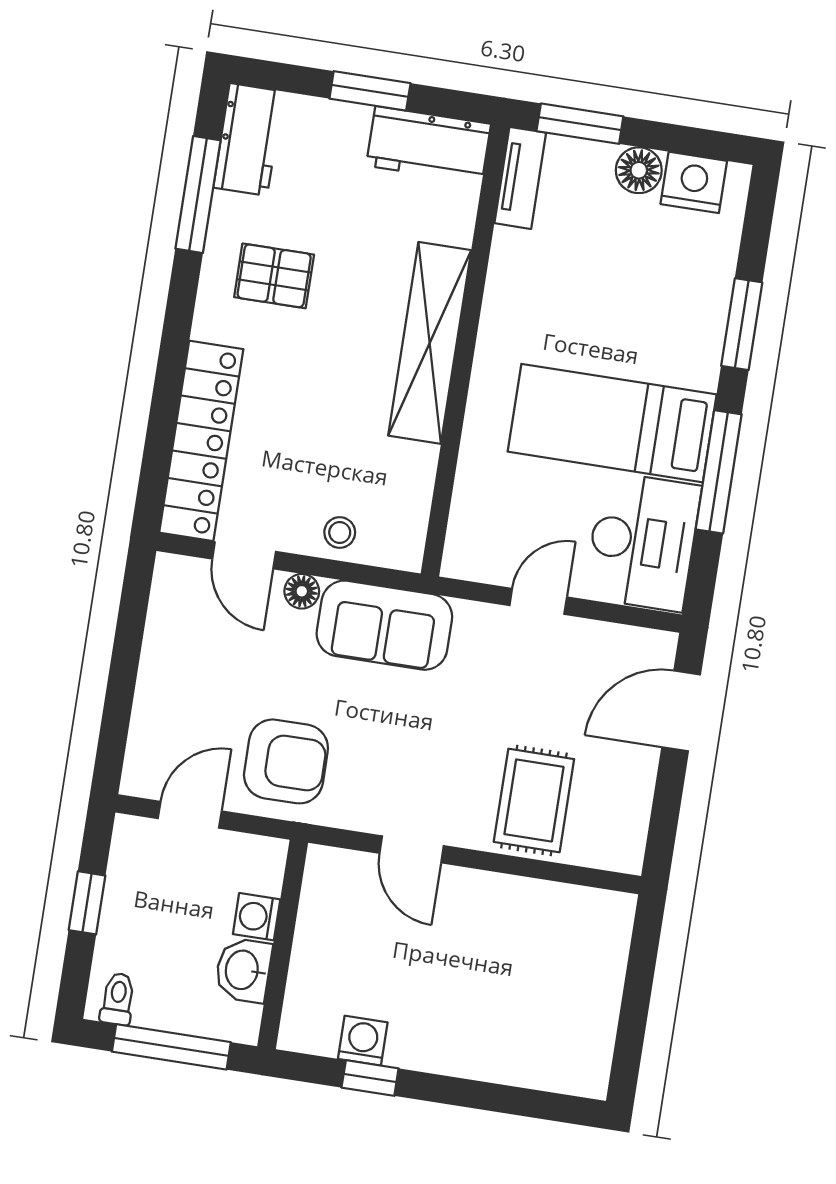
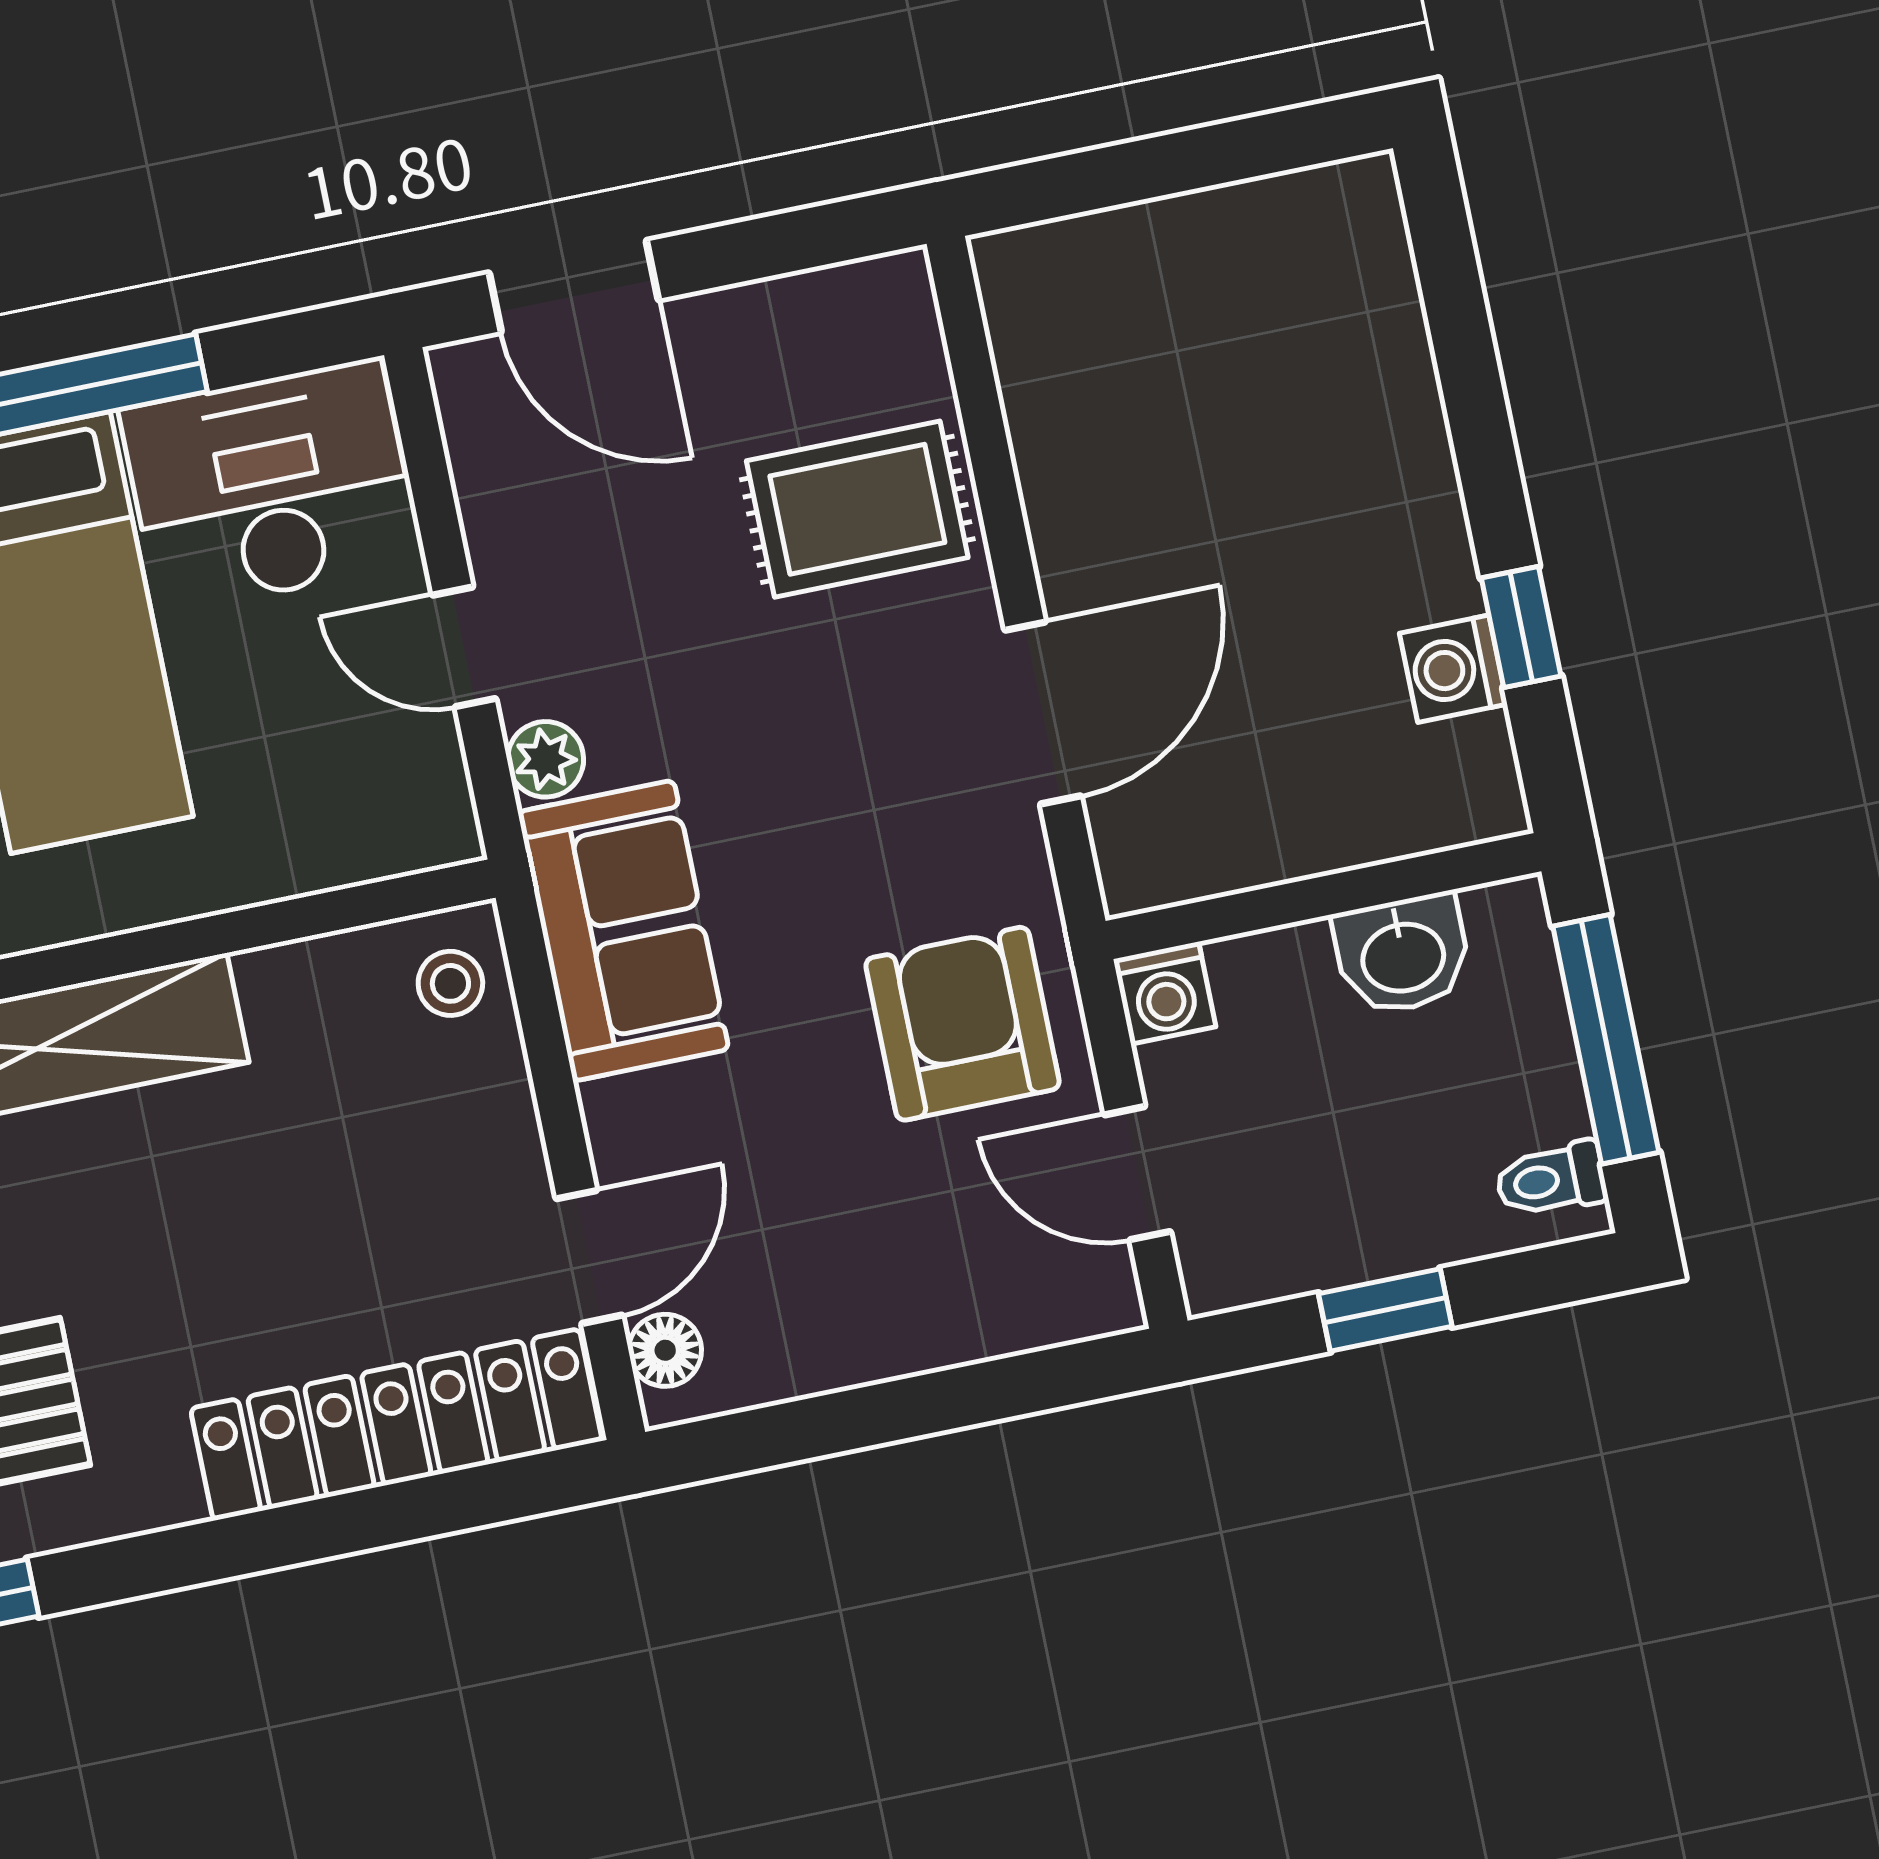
stool: (340, 532) -> (450, 983), moved
floor lamp: (302, 591) -> (665, 1350), moved
plant: (474, 619) -> (546, 759), added
door: (412, 849) -> (1043, 713), width x1.38
washing machine: (257, 917) -> (1165, 993), moved

